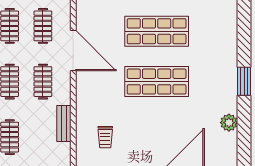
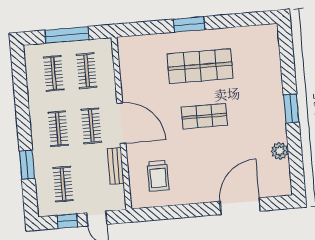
door: (73, 50) -> (121, 123), moved
shop shelf: (157, 82) -> (204, 116), width x0.70, depth x0.74
trolley: (105, 137) -> (158, 176), width x1.36, depth x1.39

